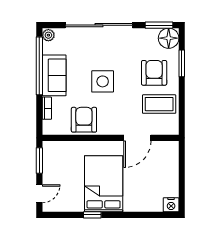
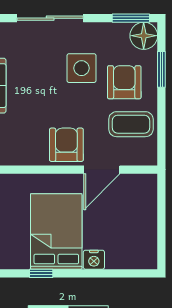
sliding door: (99, 25) -> (50, 18), width x0.73
side table: (103, 81) -> (81, 68), moved
armchair: (84, 120) -> (66, 145), moved
nightstand: (171, 205) -> (94, 260), moved

